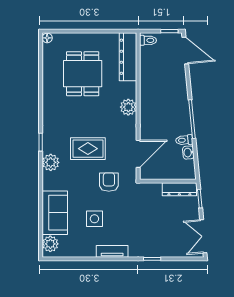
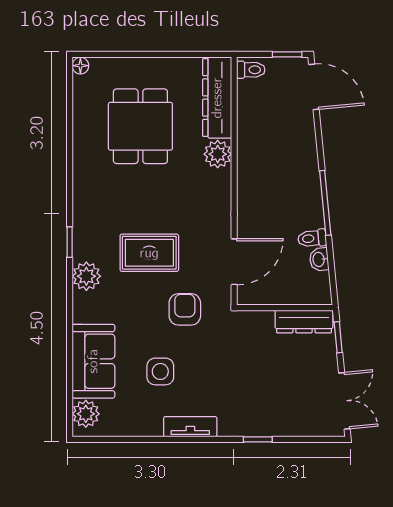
plant: (128, 107) -> (218, 154), moved
double door: (203, 236) -> (344, 401), swing flipped

